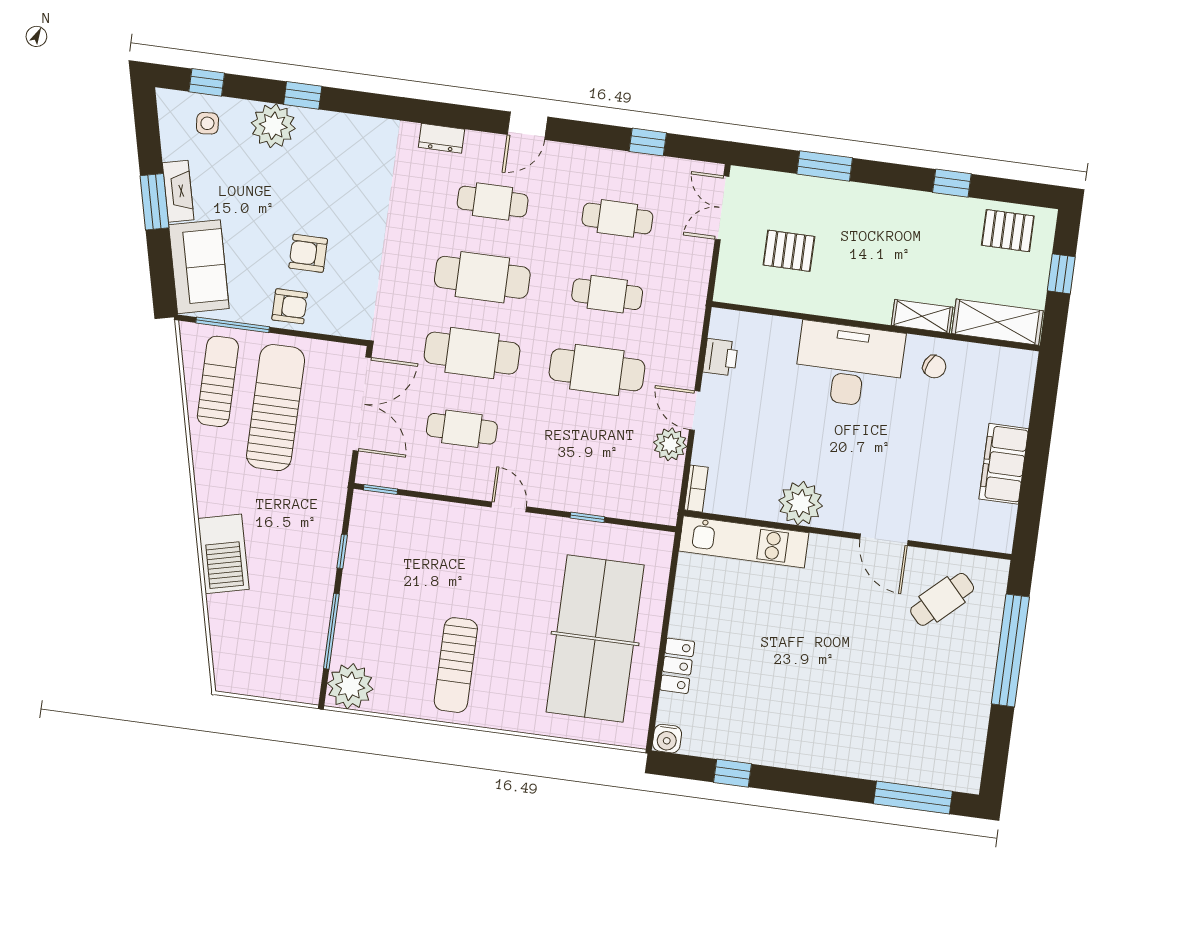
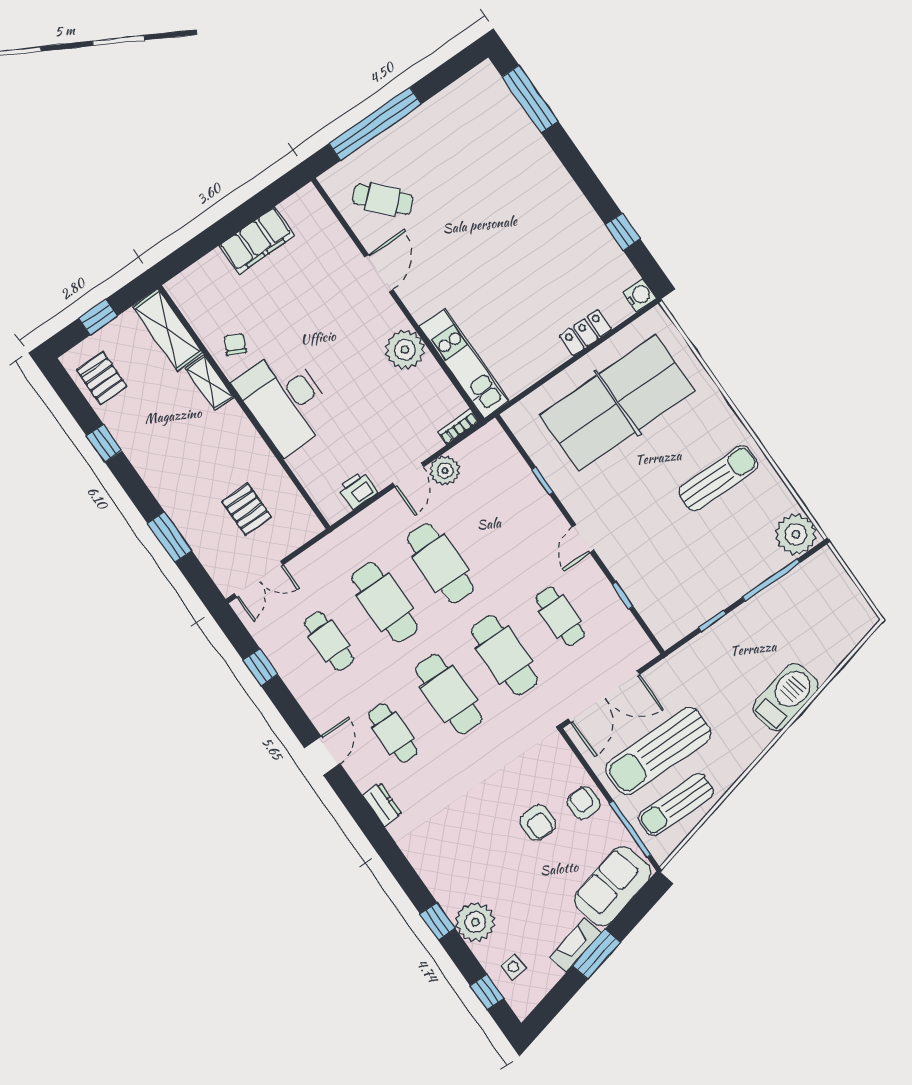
door: (528, 126) -> (322, 756), hinge flipped
cafe table: (607, 294) -> (385, 602), width x1.37, depth x1.35
double door: (362, 404) -> (604, 697), swing flipped
window: (381, 489) -> (623, 595), moved

